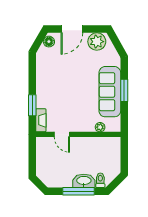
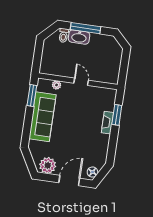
window: (124, 90) -> (32, 96), moved
fireplace: (41, 120) -> (107, 123), moved
door: (62, 134) -> (81, 82), moved

